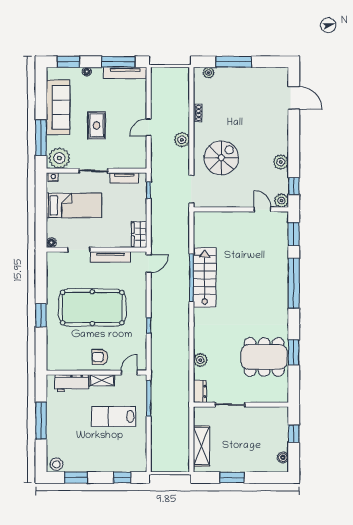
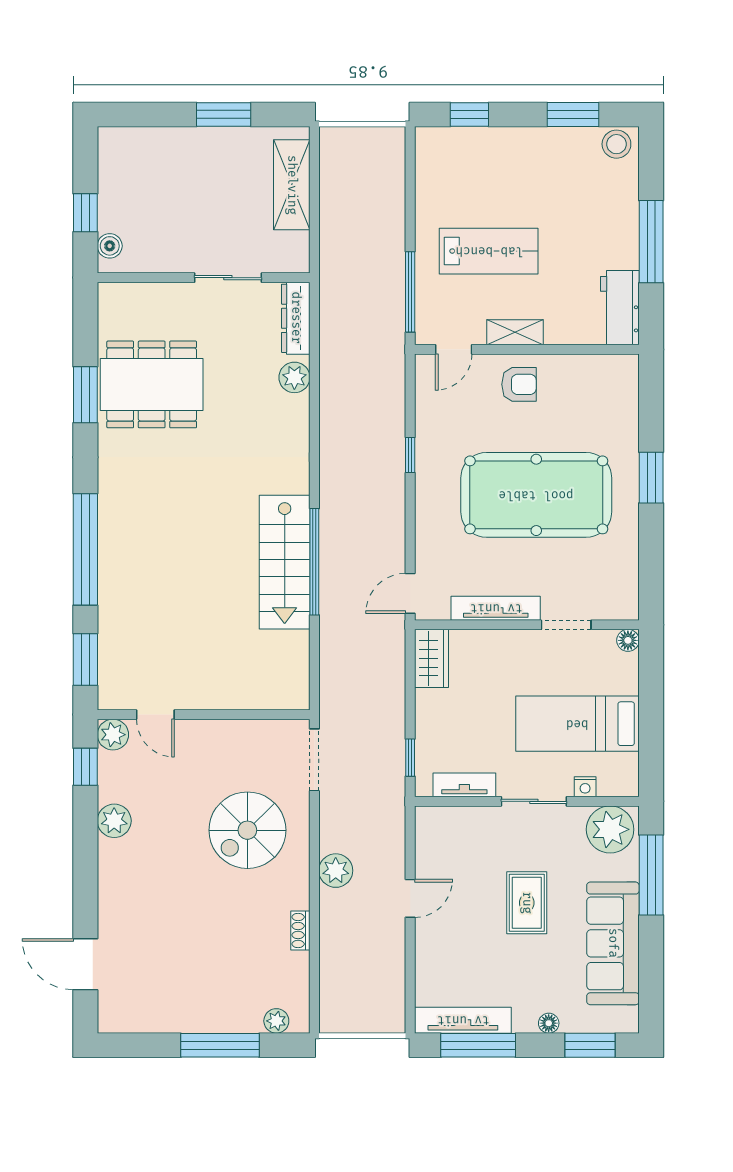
nightstand: (53, 177) -> (585, 787), moved
workbench: (72, 383) -> (620, 308), moved, turned -90
dresser: (200, 391) -> (296, 318), width x1.44
boiler: (283, 457) -> (110, 246), moved

